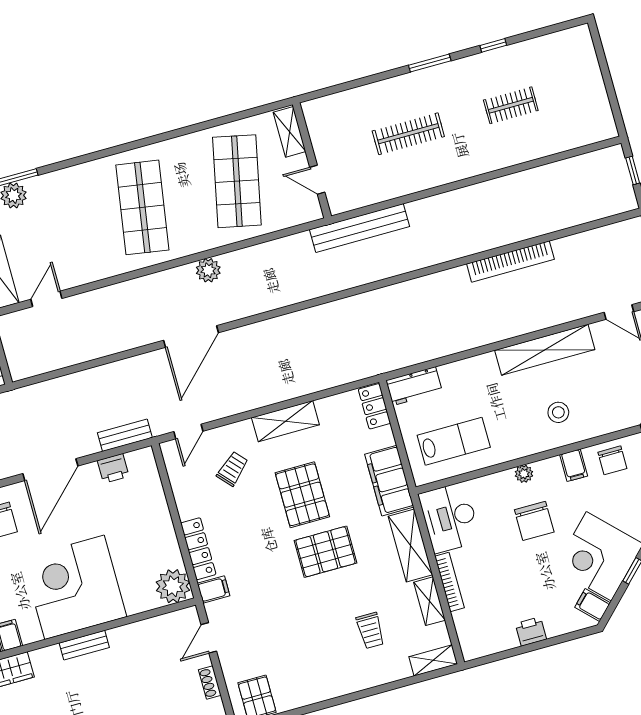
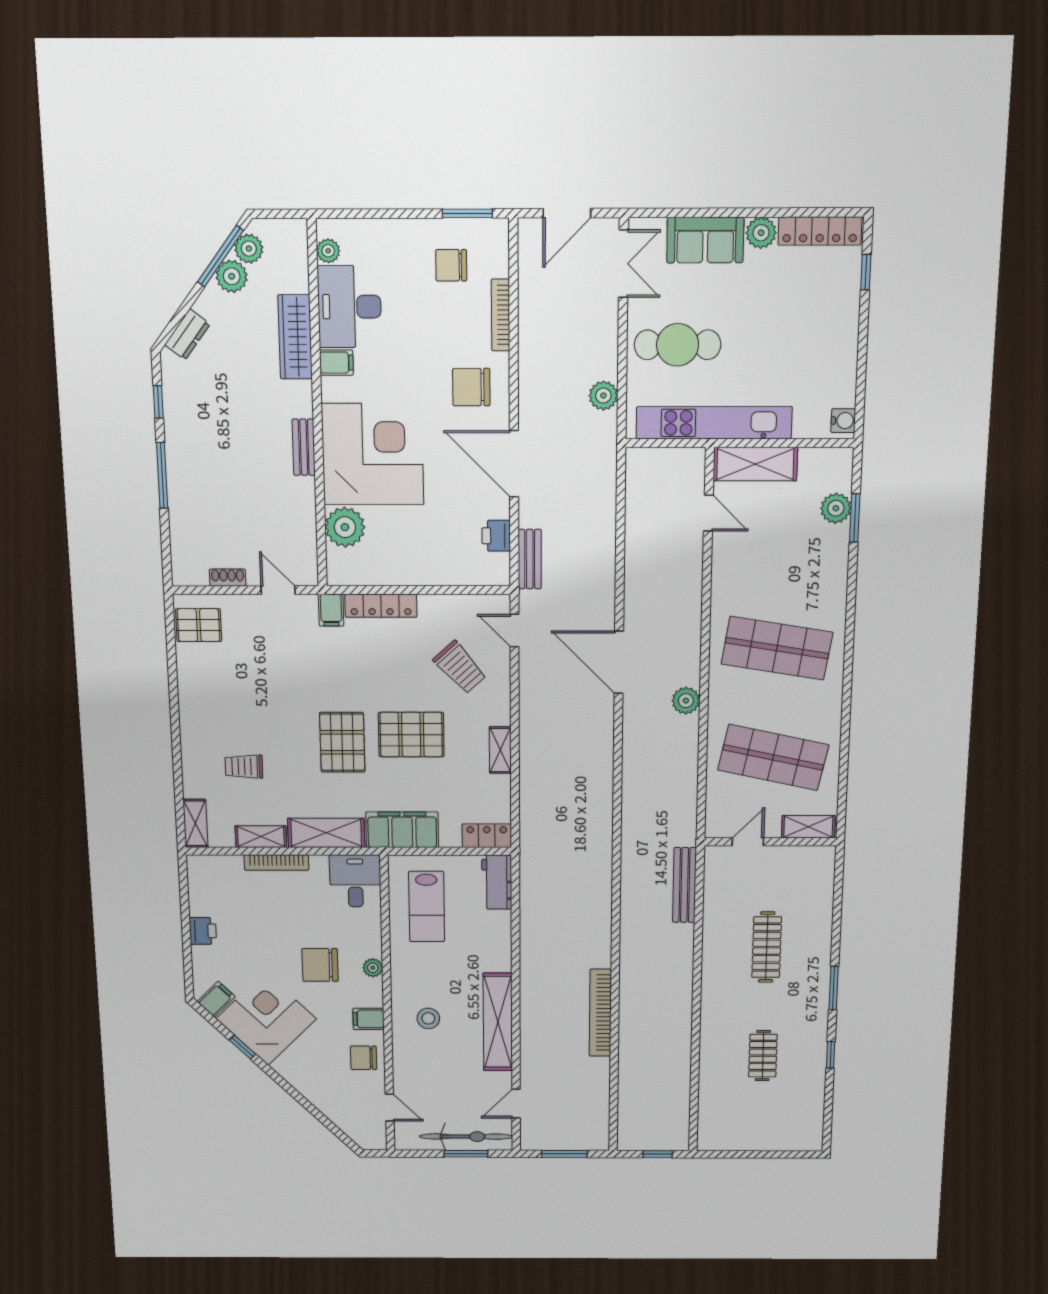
bench: (360, 228) -> (685, 885), width x0.73, depth x0.82
shelving: (285, 421) -> (500, 750), width x0.67, depth x0.75
trolley: (232, 469) -> (460, 667), width x1.36, depth x1.39
desk: (450, 518) -> (355, 881), width x0.73
plant: (173, 586) -> (345, 527), moved

